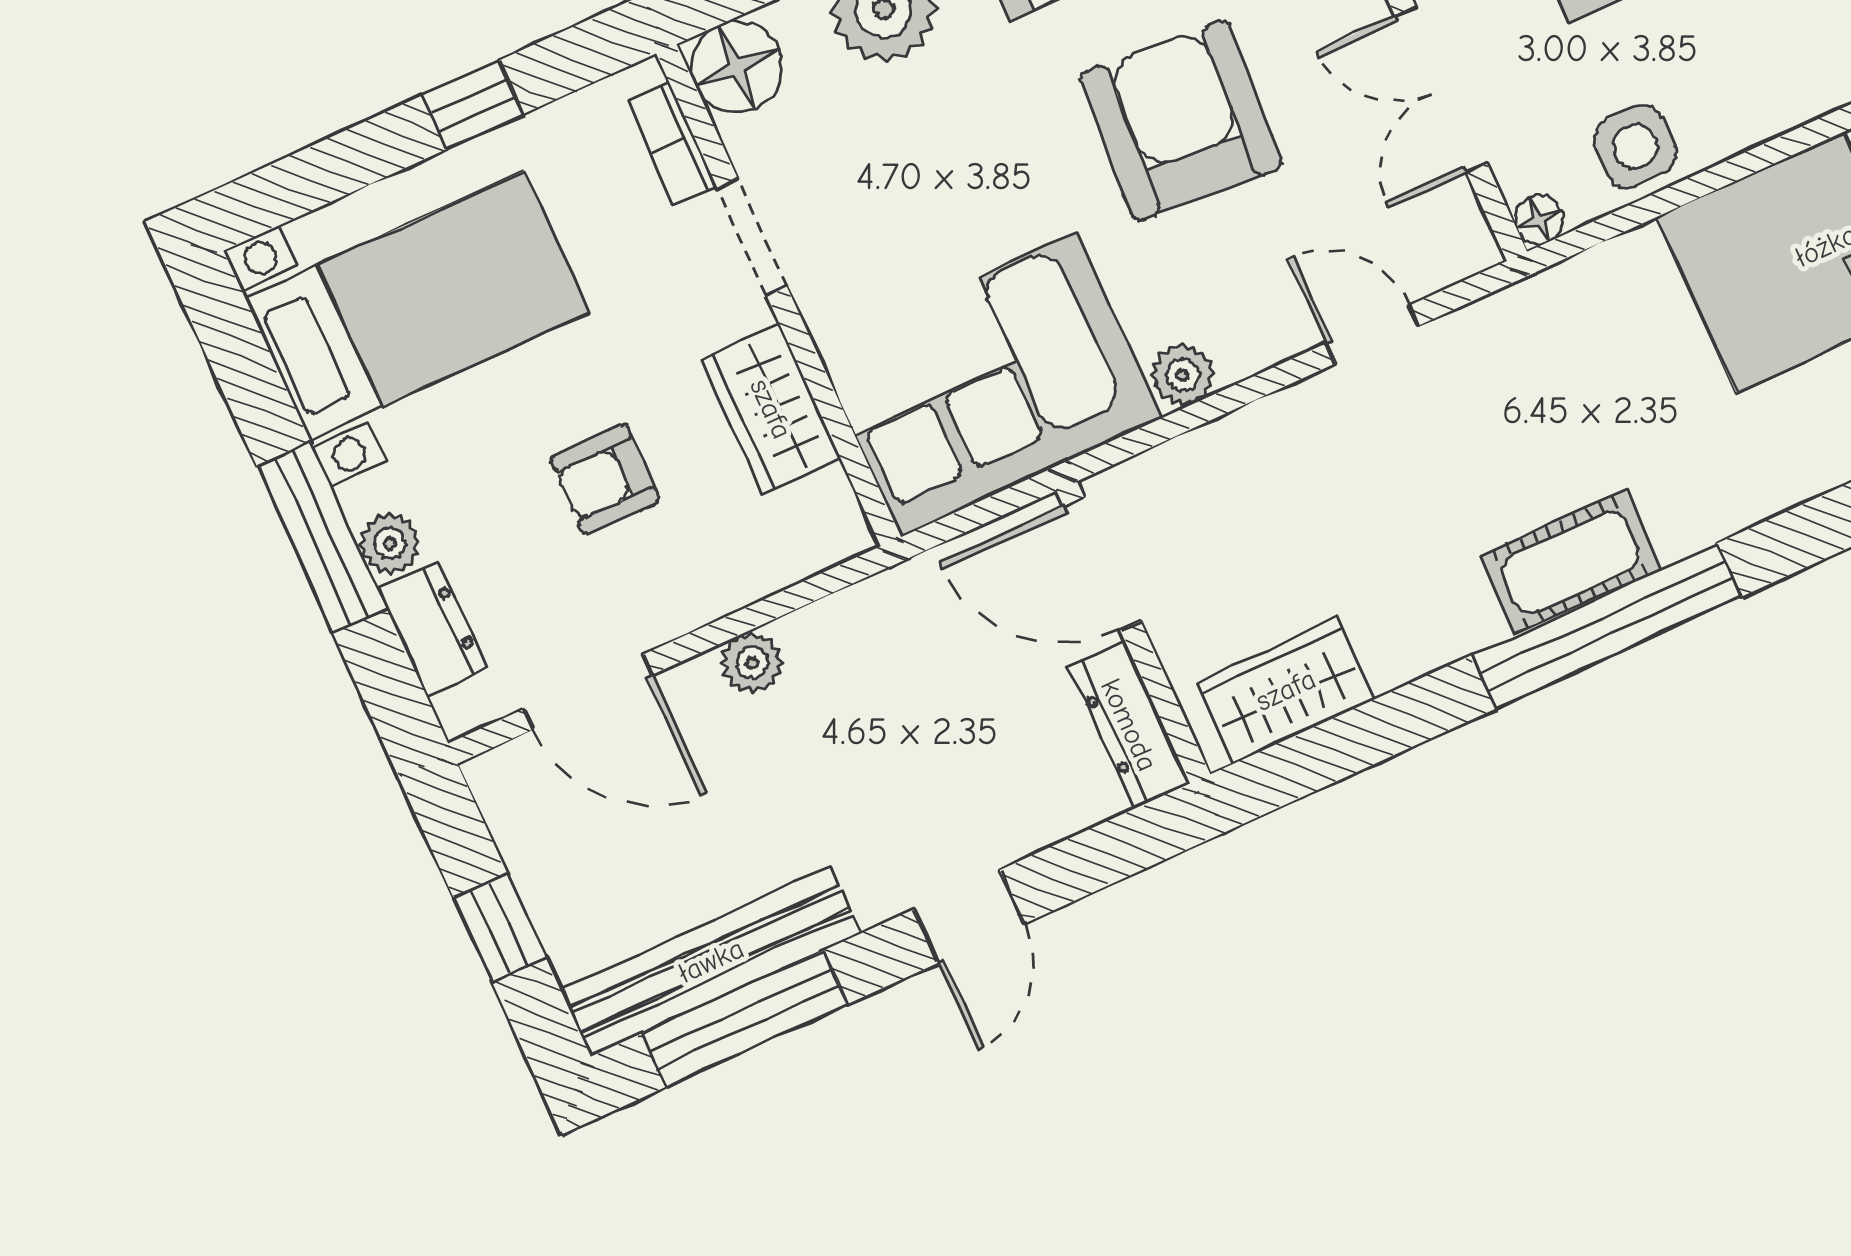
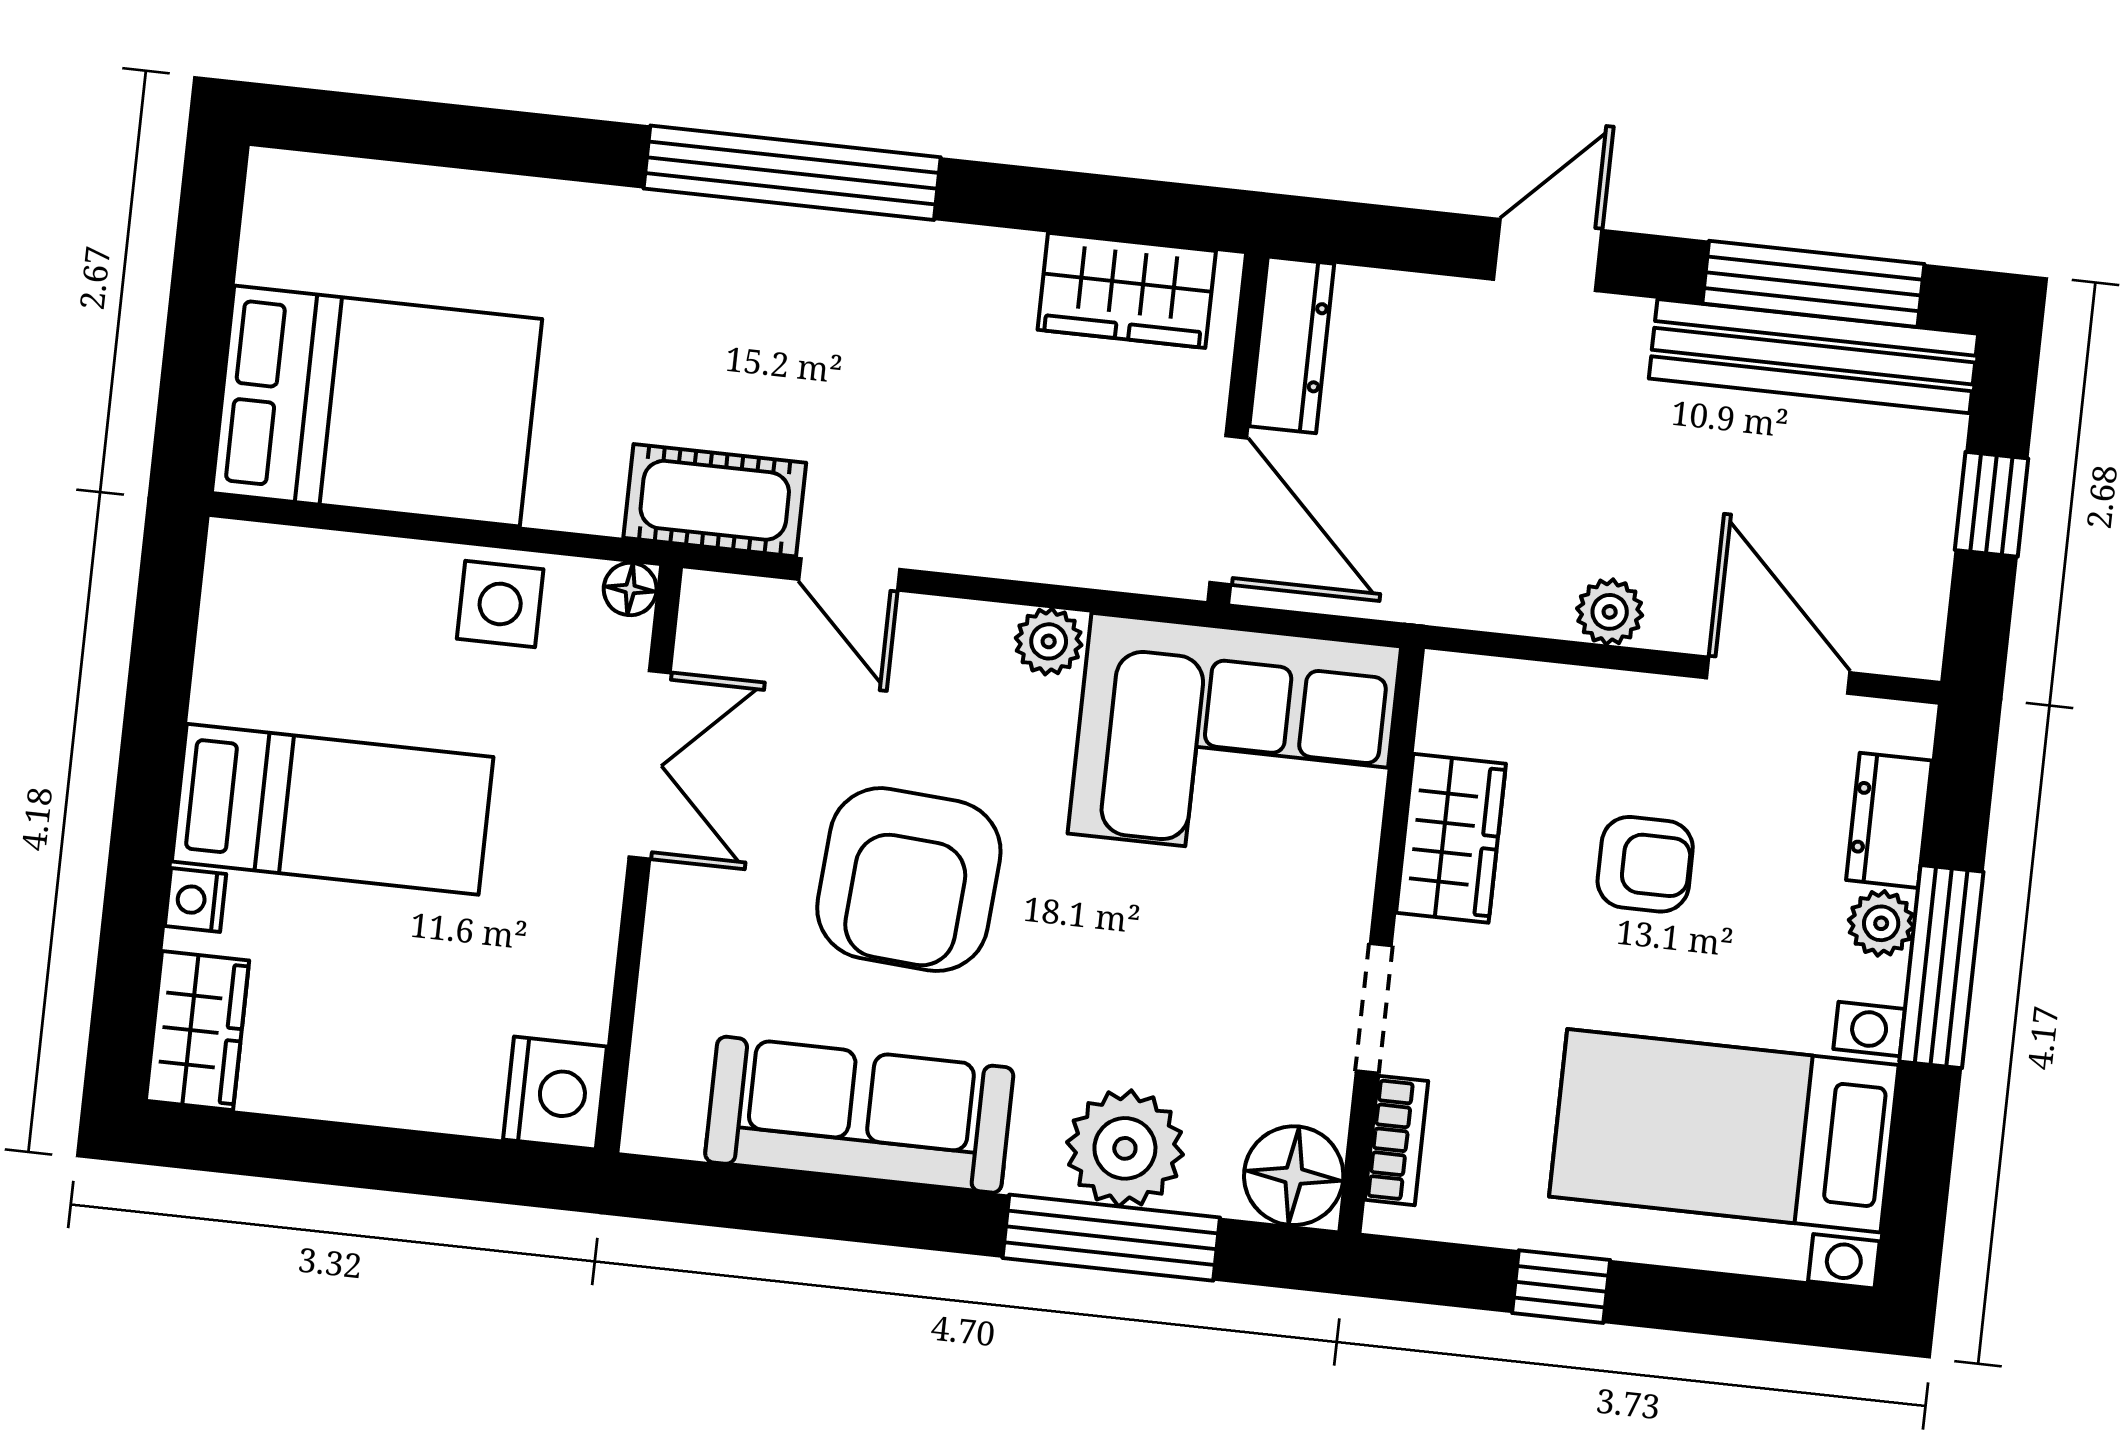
cot: (1571, 562) -> (715, 500), moved

